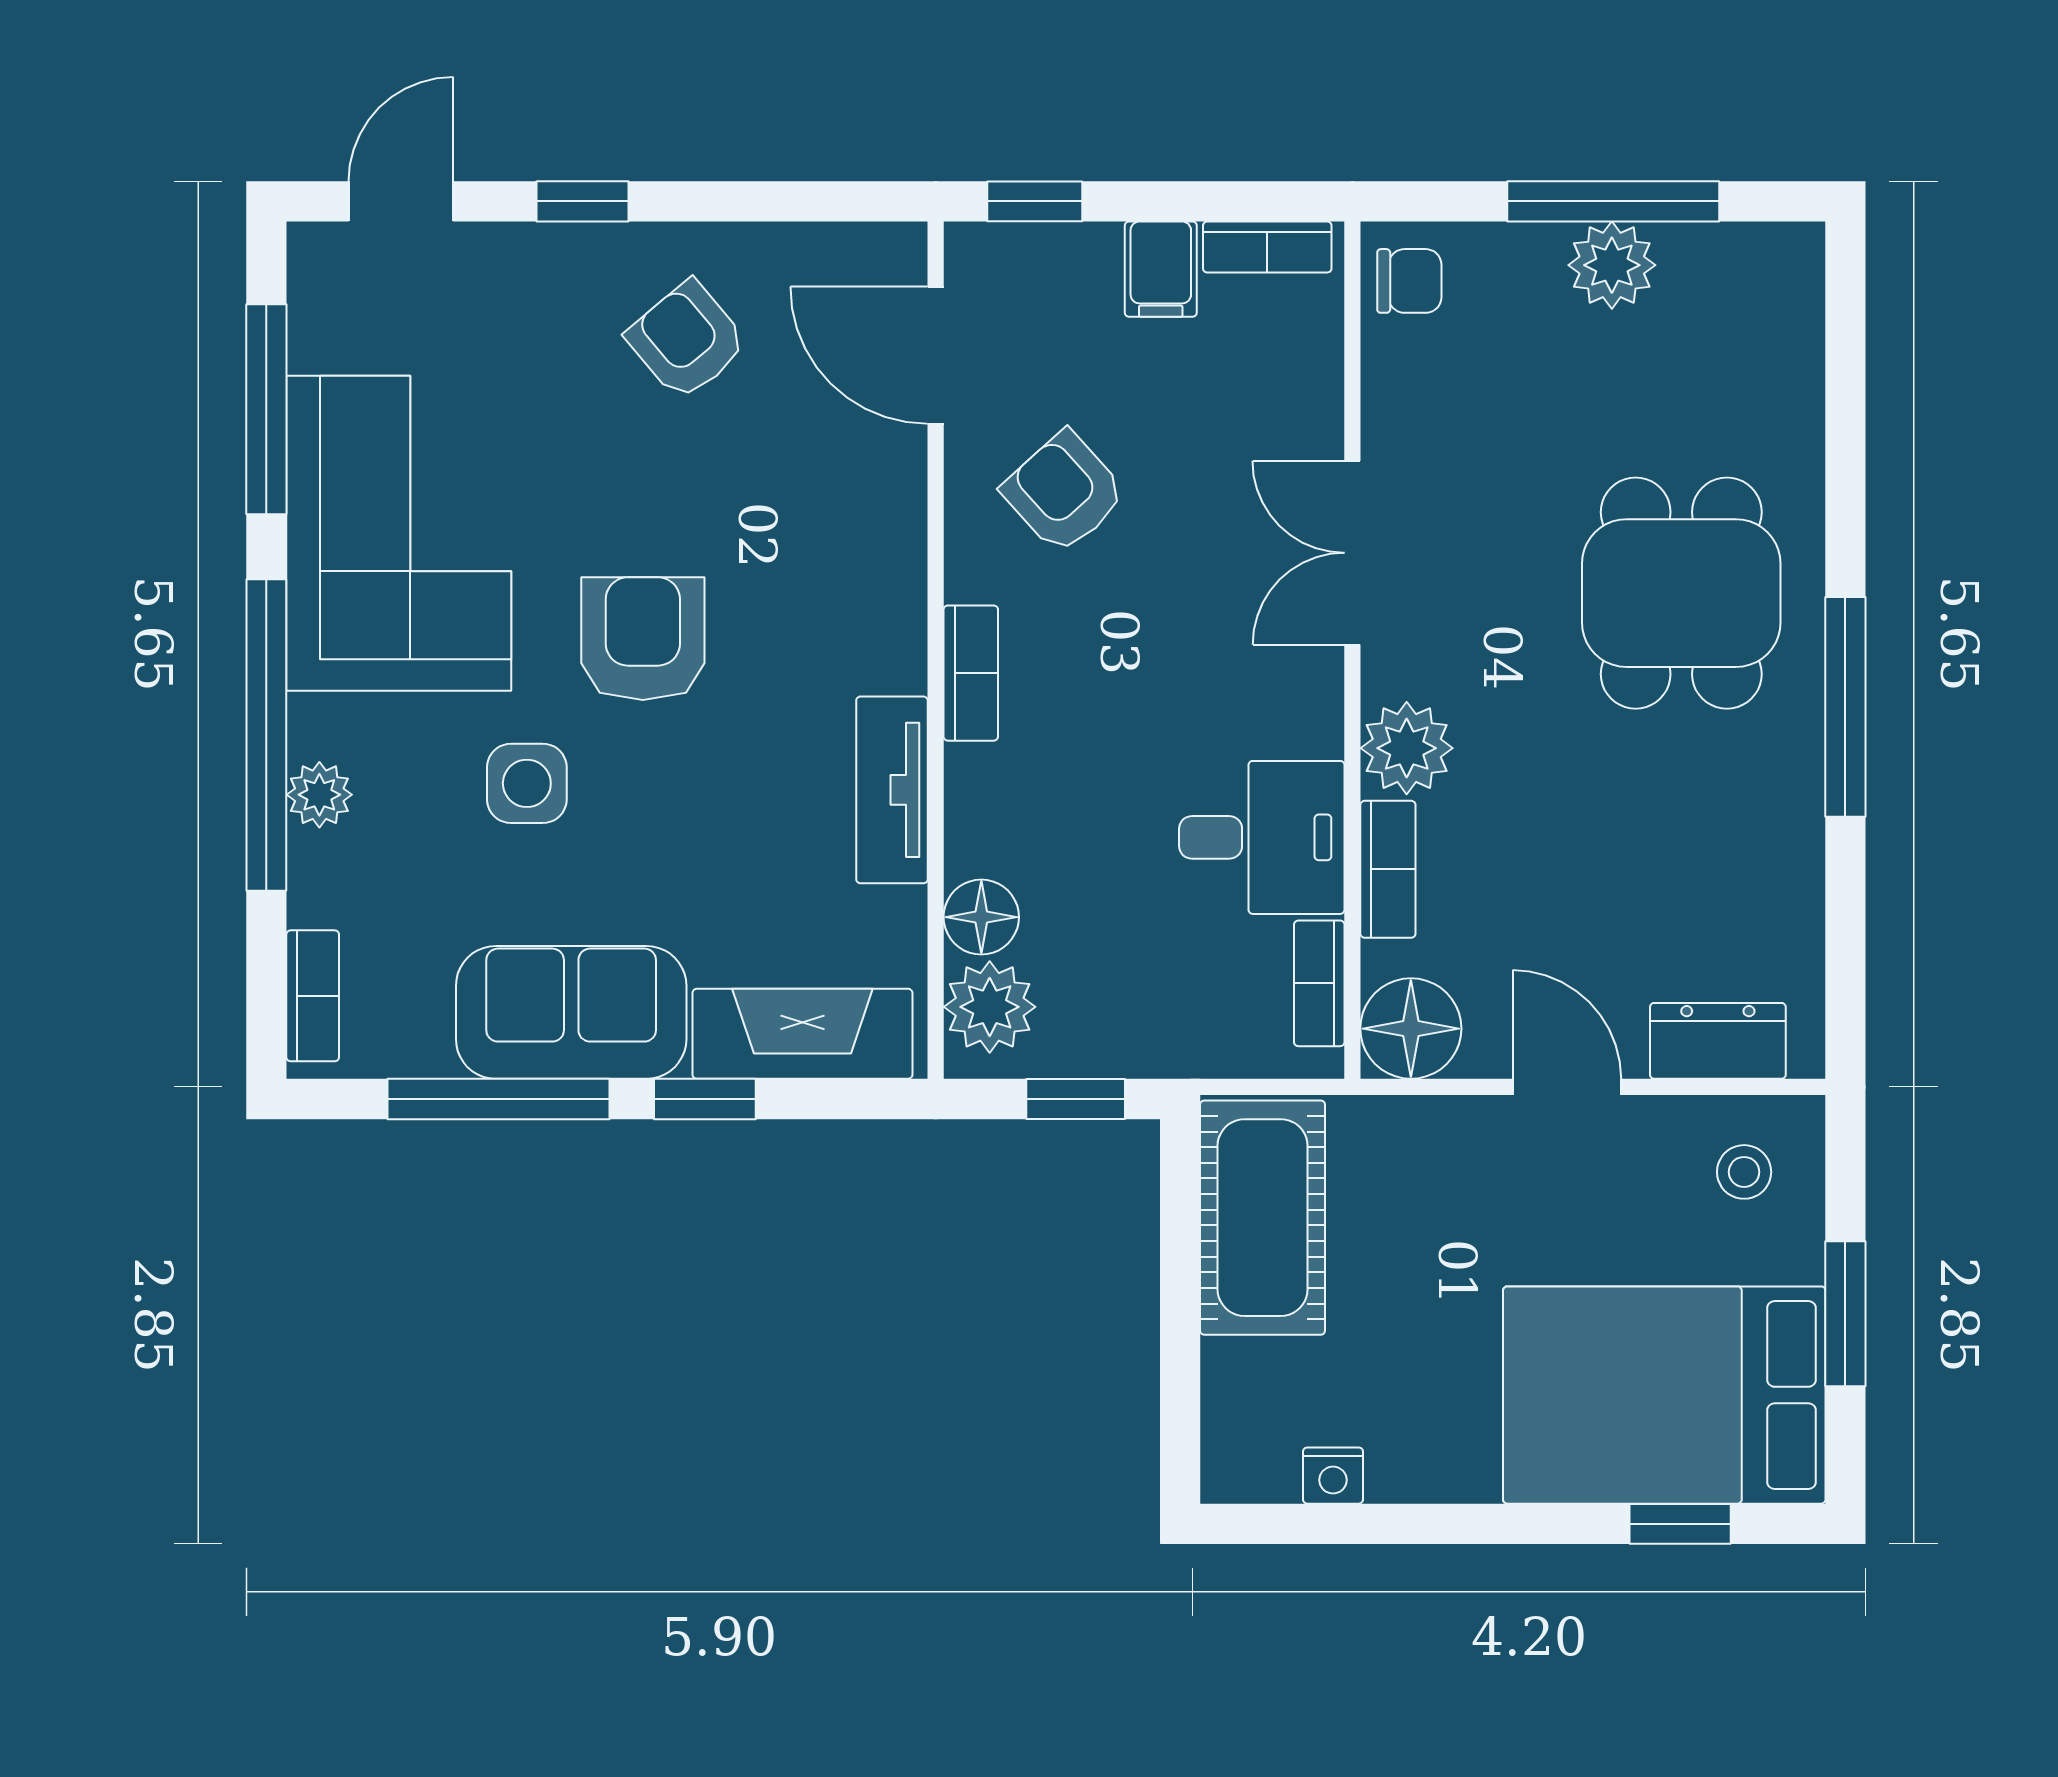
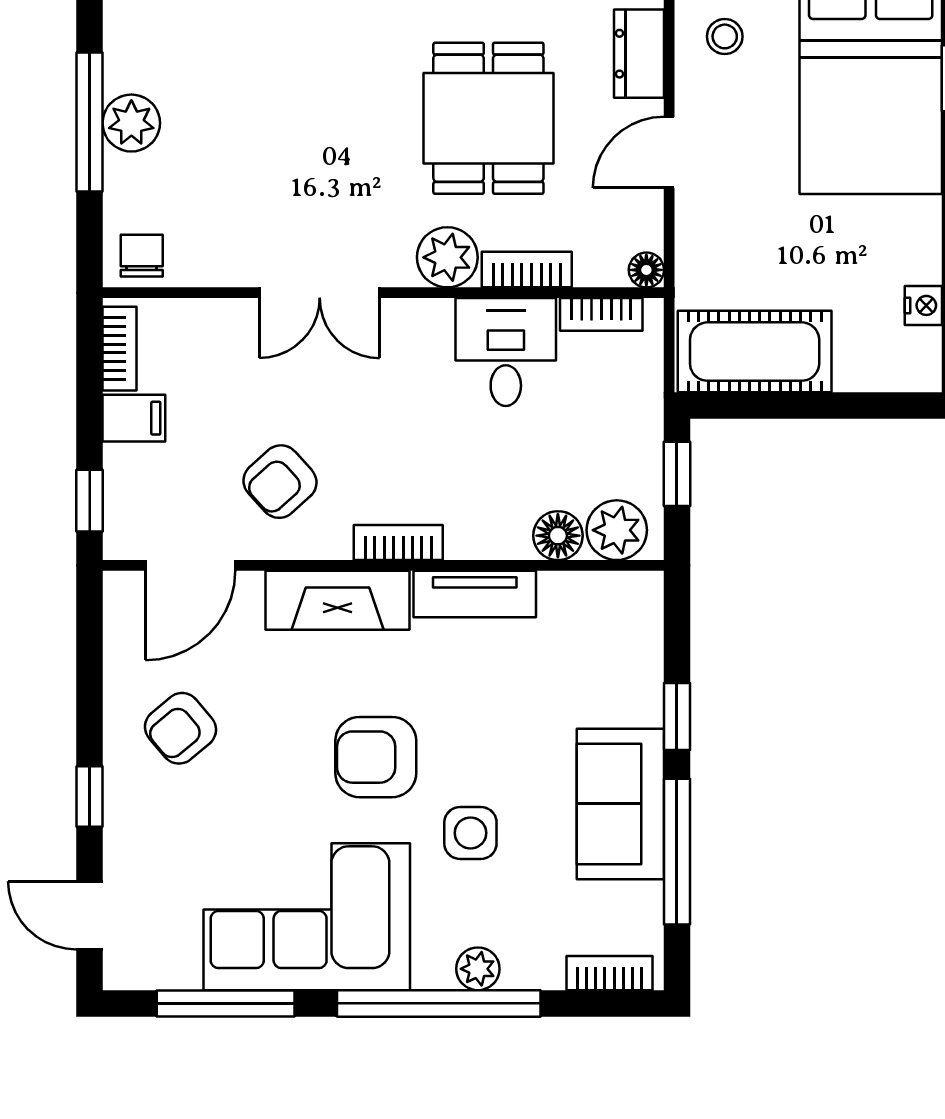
dining table: (1681, 593) -> (488, 118), moved, turned 90
floor lamp: (1411, 1029) -> (646, 270), width x0.53, depth x0.53
fireplace: (802, 1034) -> (338, 600), moved, turned -90

